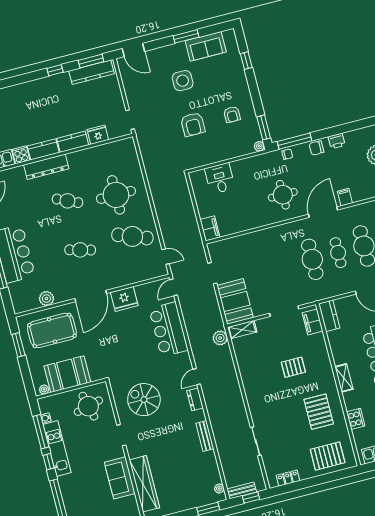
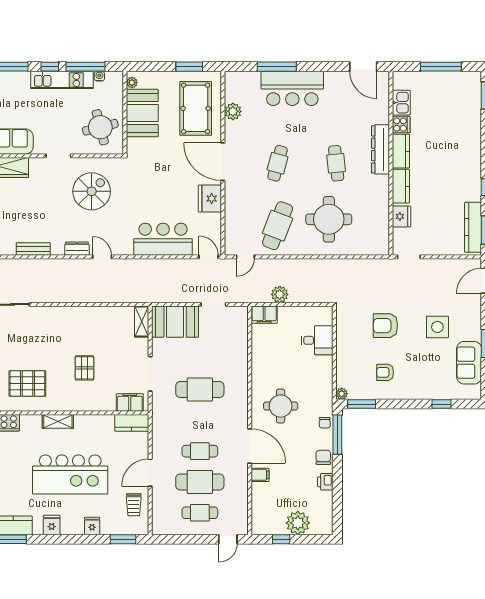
cafe table: (67, 201) -> (336, 163), turned -30
cafe table: (312, 259) -> (200, 390), moved
plant: (220, 338) -> (280, 294), moved

